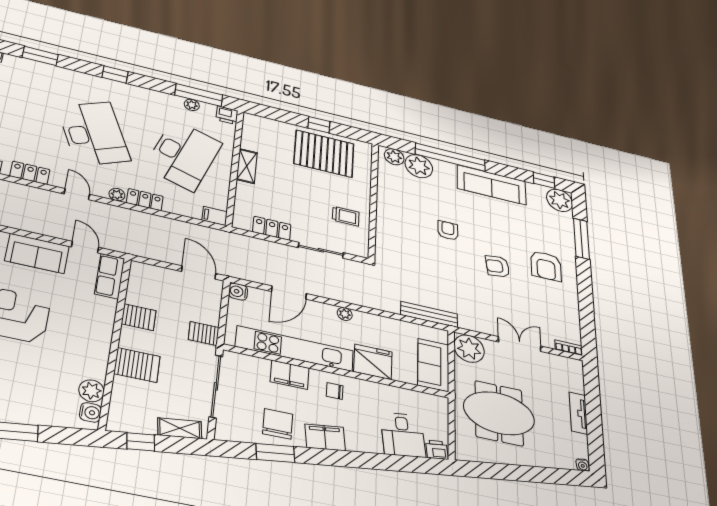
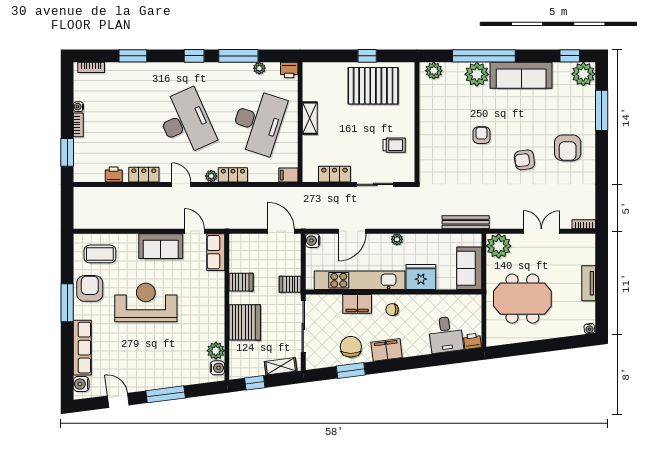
window: (199, 95) -> (238, 56), moved
plant: (419, 166) -> (477, 74), moved
server rack: (137, 365) -> (245, 322), width x1.60

